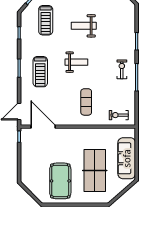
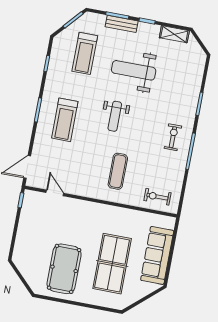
weight bench: (84, 26) -> (134, 70), width x1.36, depth x1.33
weight bench: (76, 62) -> (115, 116), turned 90
door: (43, 127) -> (55, 193), width x0.53

